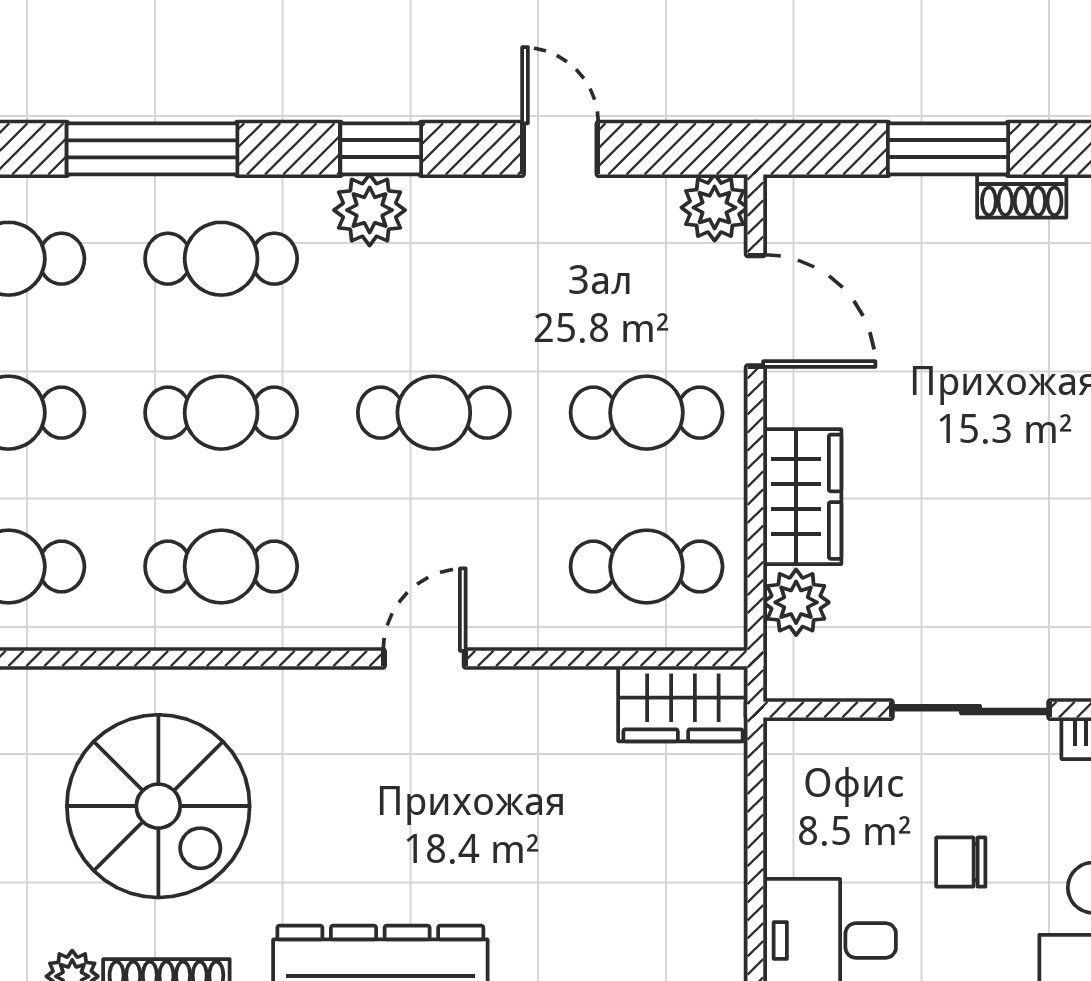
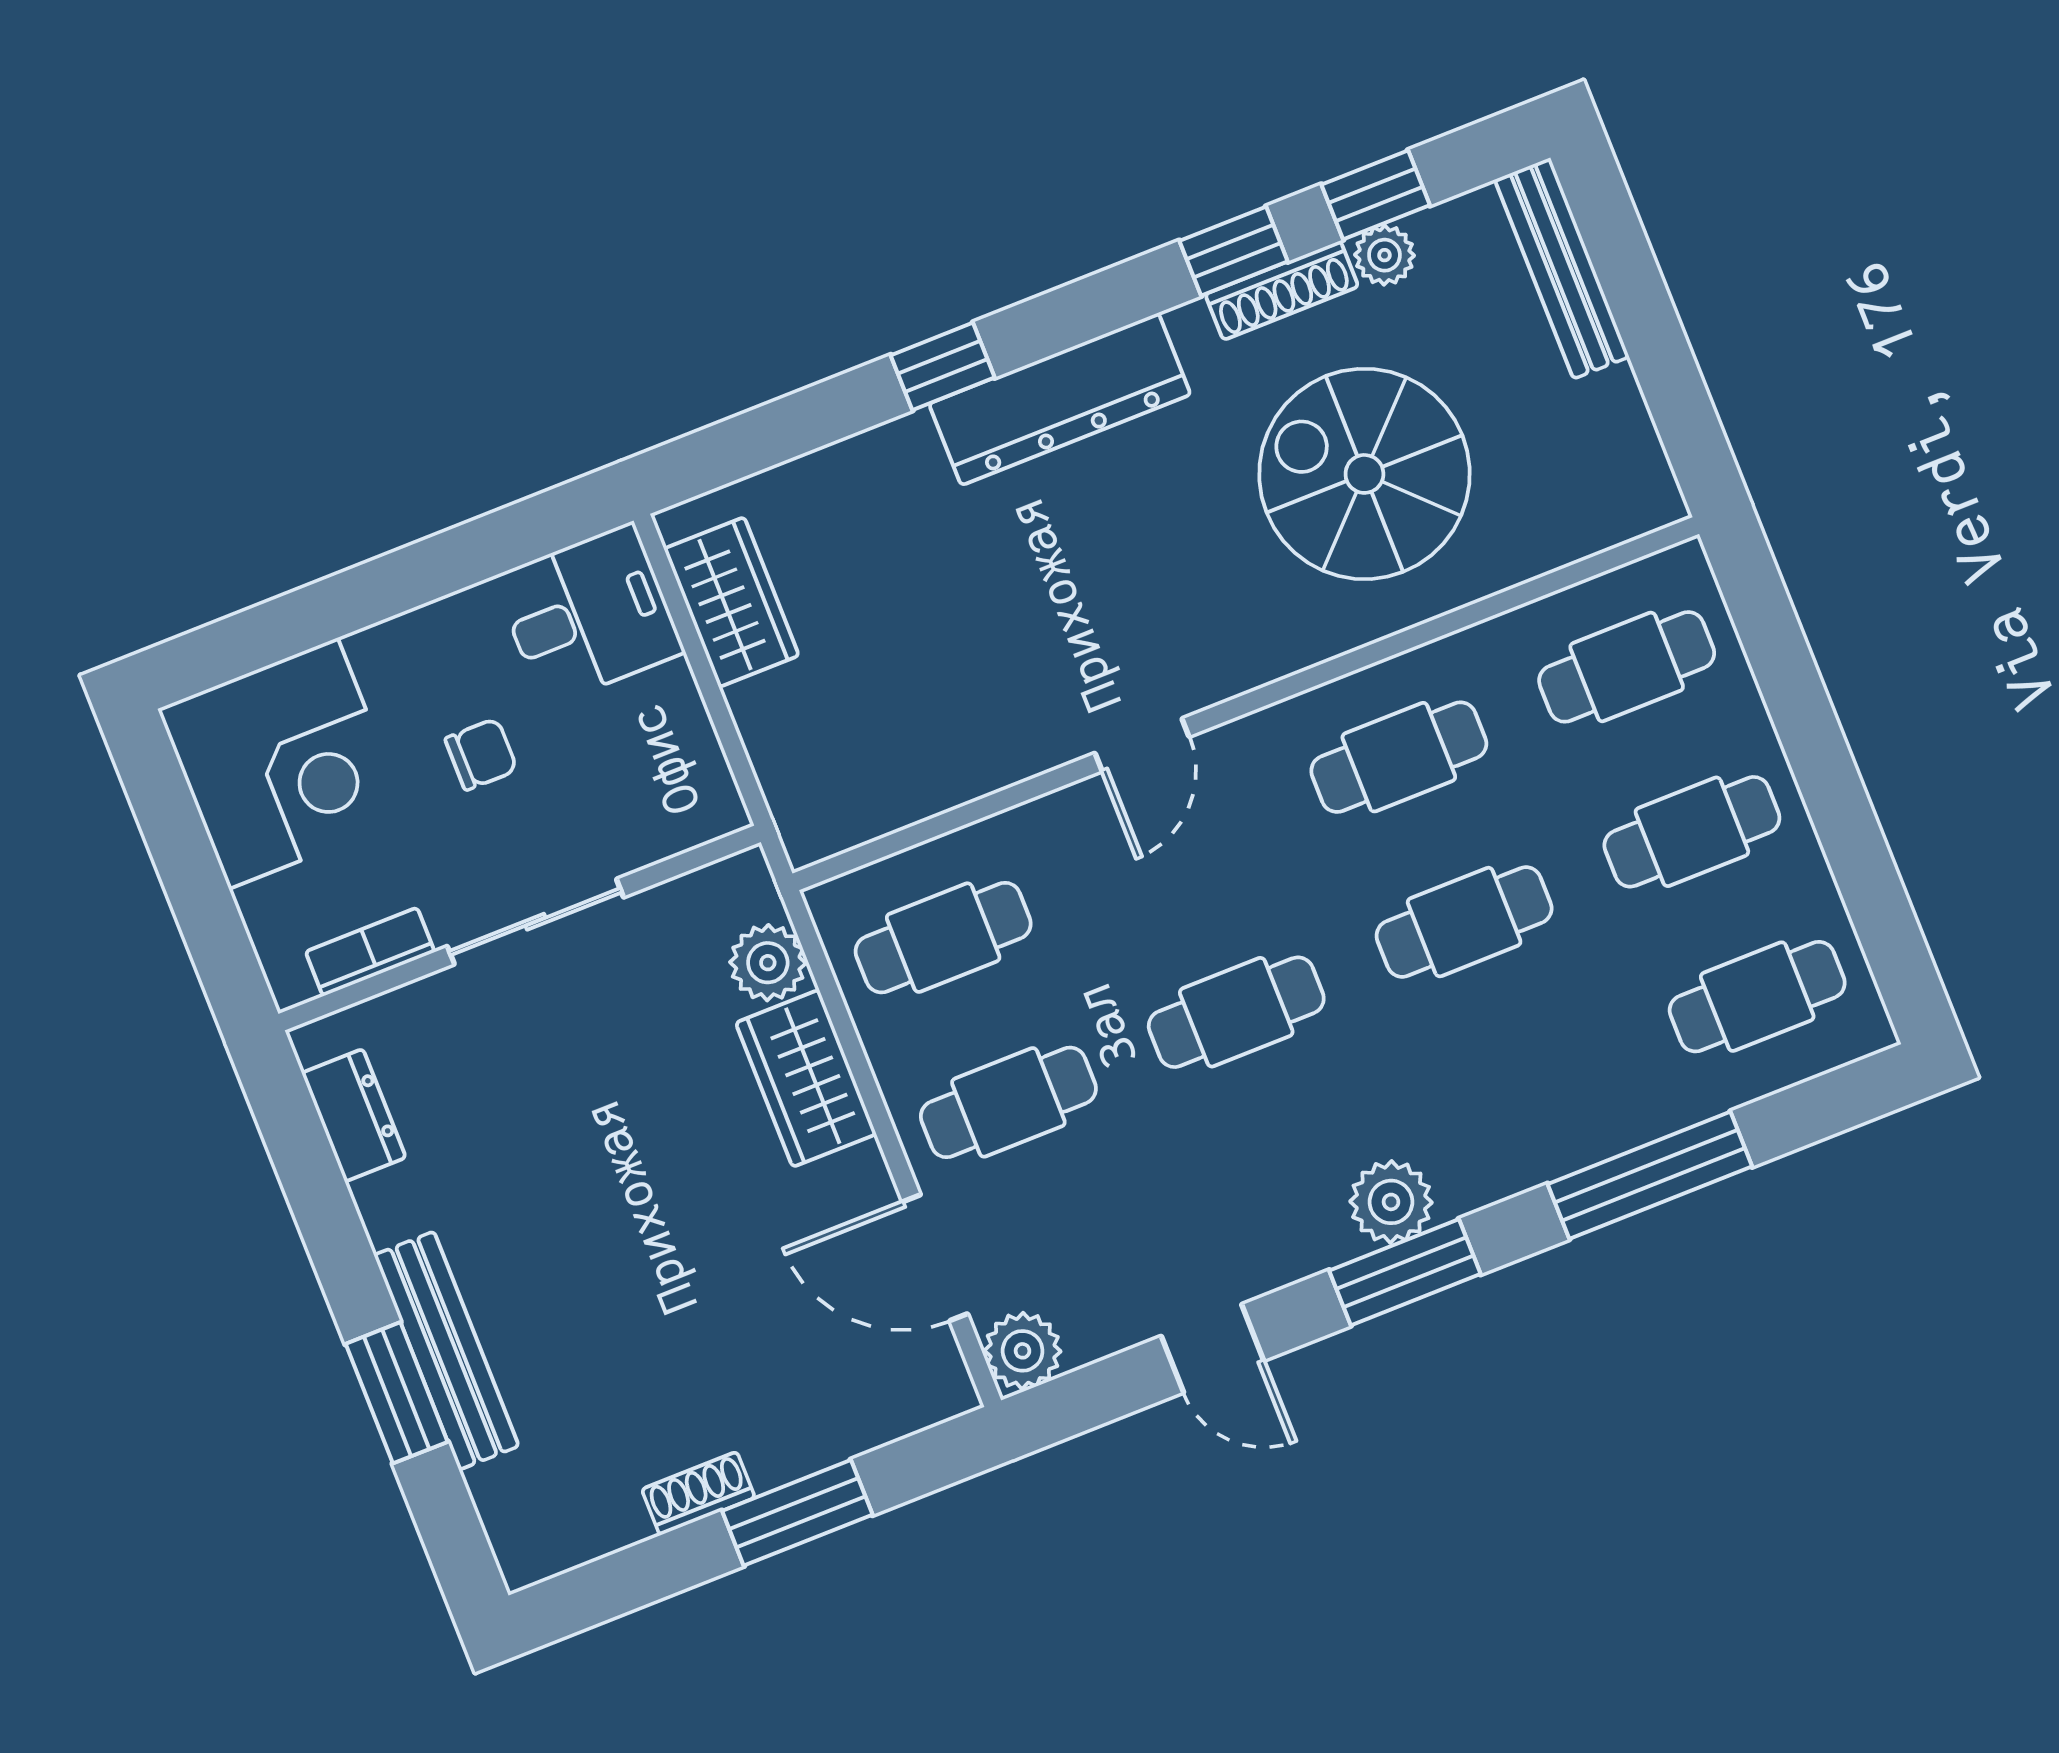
window: (381, 149) -> (1405, 1272), width x1.50
cafe table: (221, 259) -> (1529, 1087), removed
wardrobe: (683, 704) -> (731, 602), moved, turned 90

